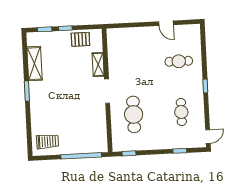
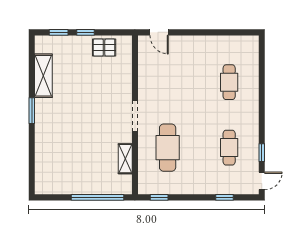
door: (166, 23) -> (159, 32), moved
cafe table: (179, 61) -> (229, 82), turned 90
shelving: (98, 65) -> (125, 159), moved
window: (205, 86) -> (262, 153), moved
trolley: (47, 142) -> (55, 177), removed

